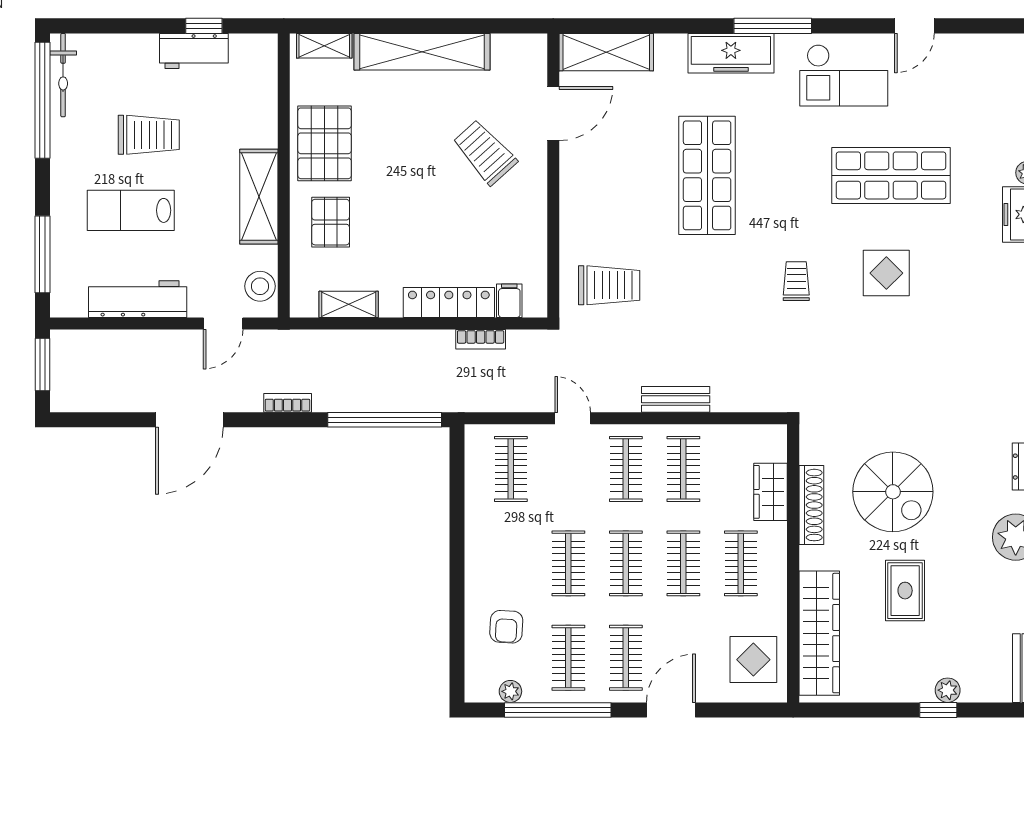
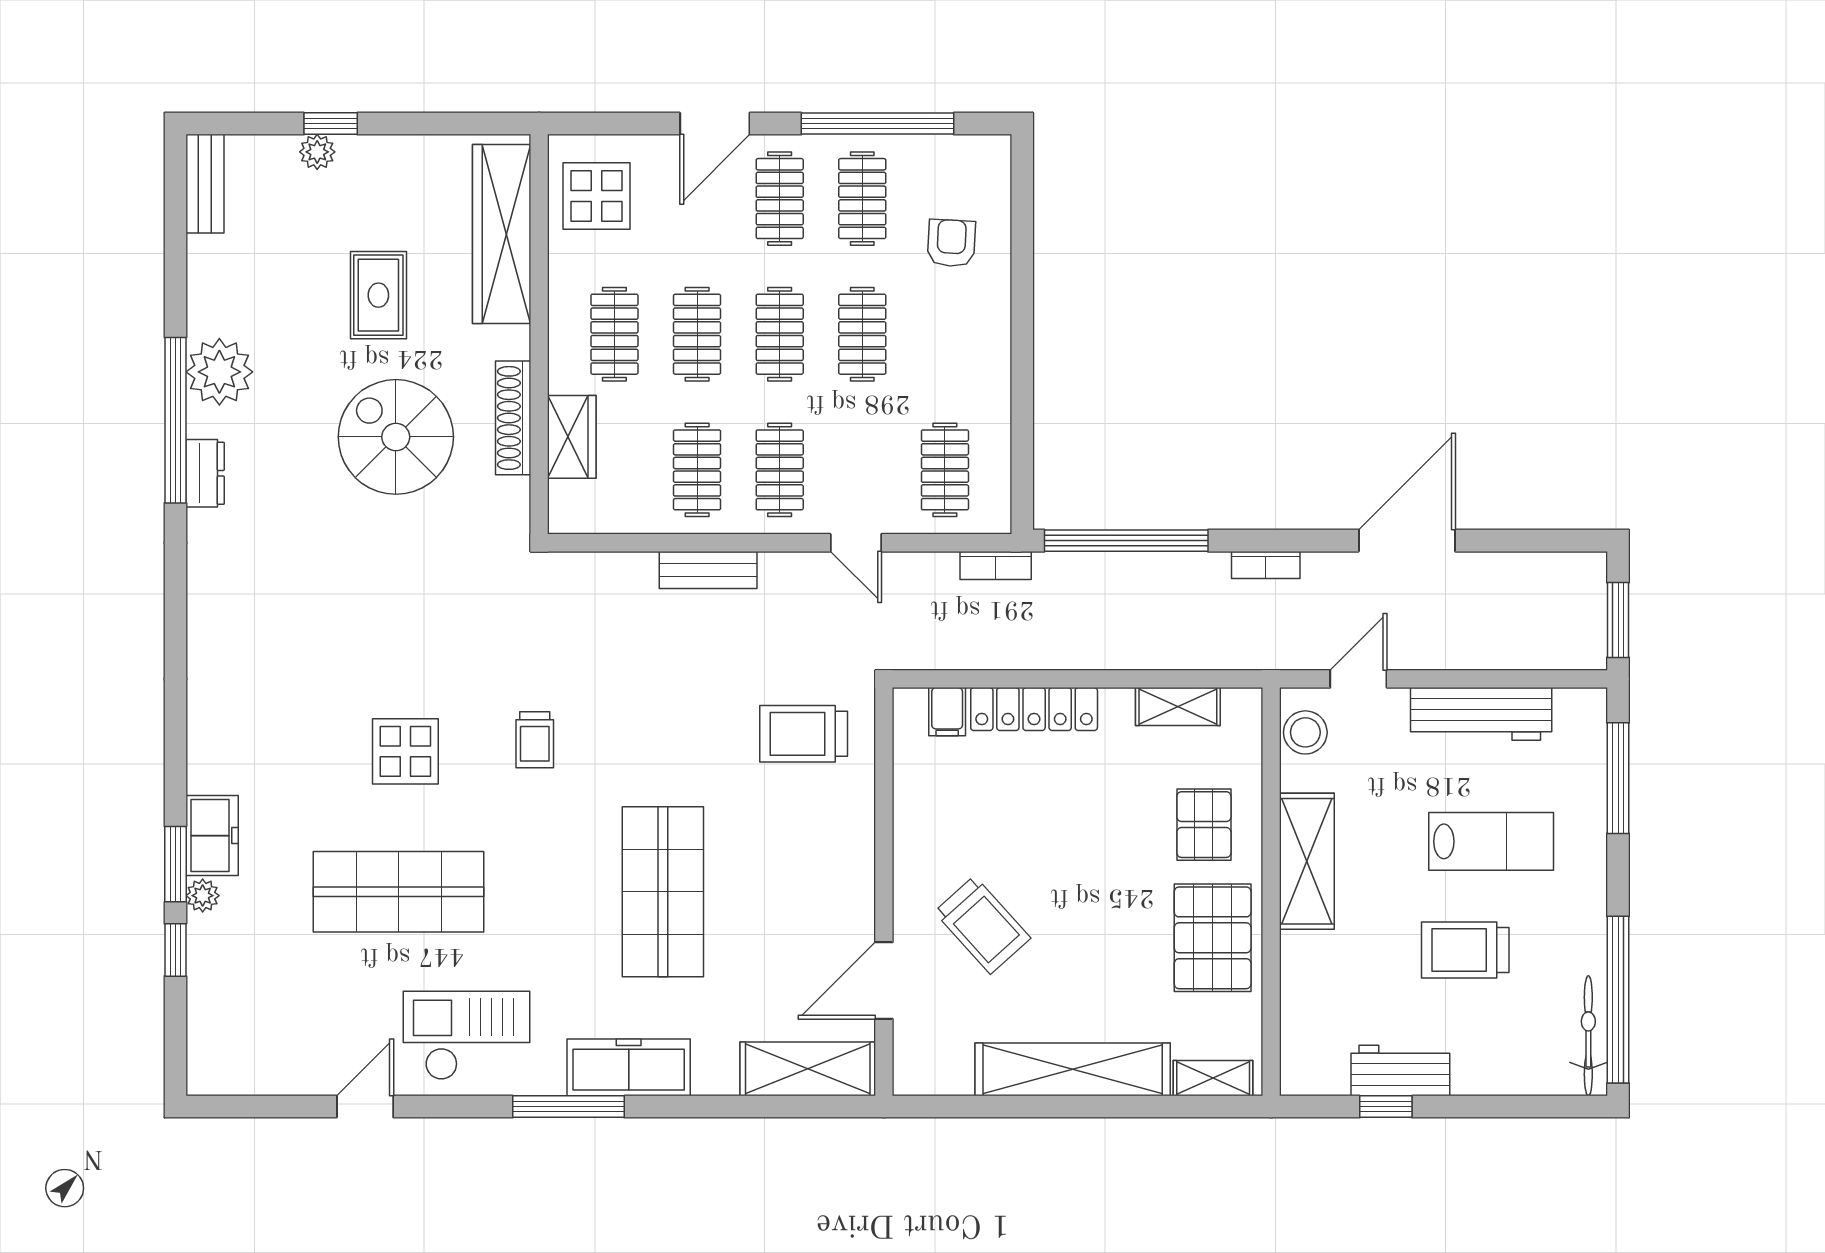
bookcase: (481, 339) -> (996, 565), moved, turned 180
plant: (510, 691) -> (945, 150), removed

